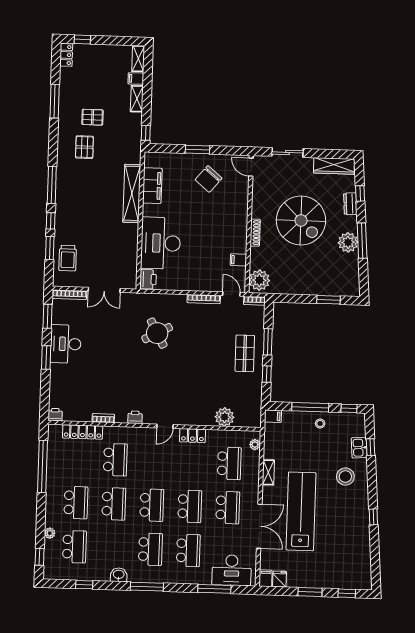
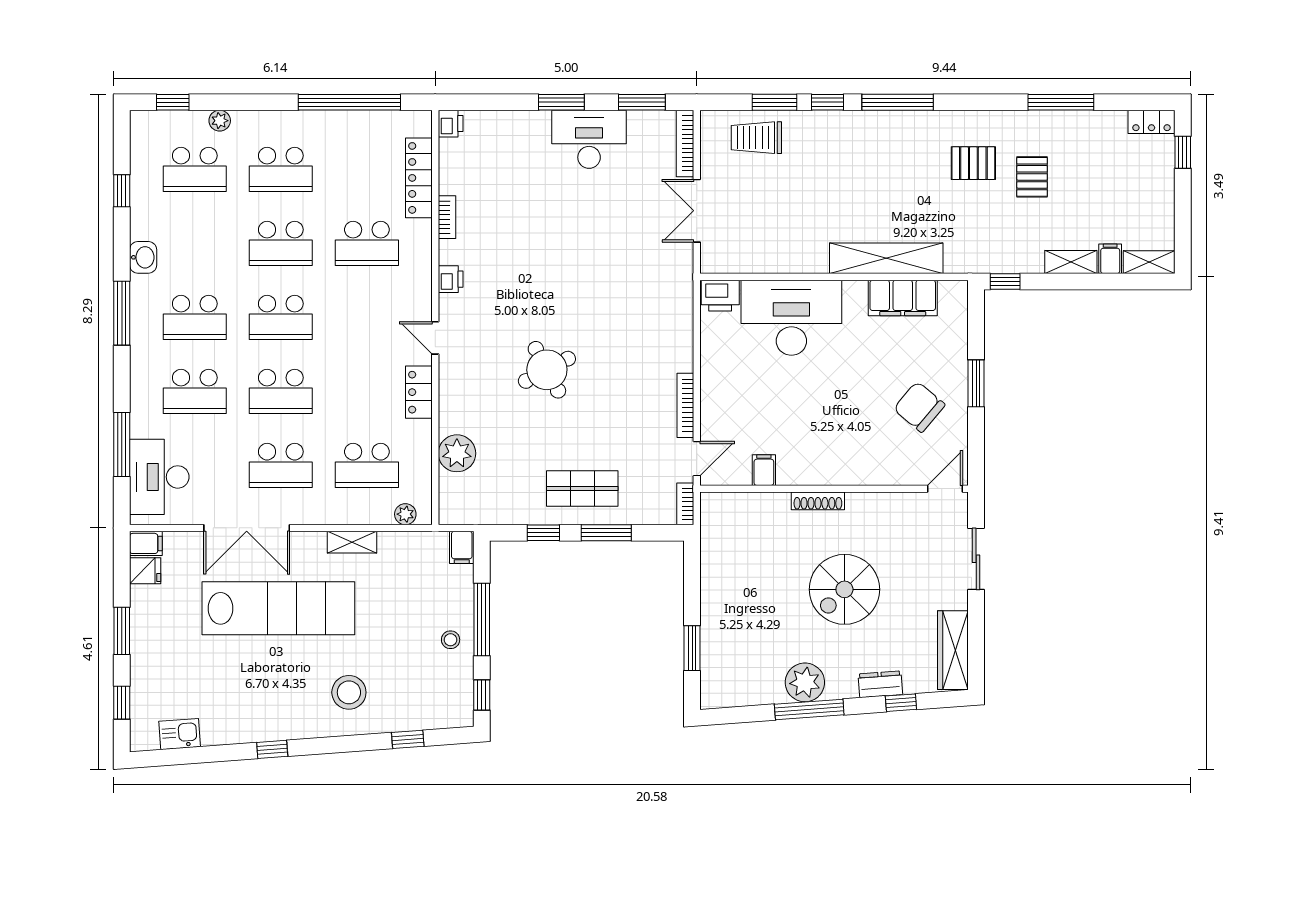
spiral stairs: (301, 220) -> (844, 589), width x0.73, depth x0.73
plant: (259, 280) -> (726, 512), removed
round table: (157, 333) -> (547, 370), moved
kitchen sink: (359, 448) -> (180, 734), moved

